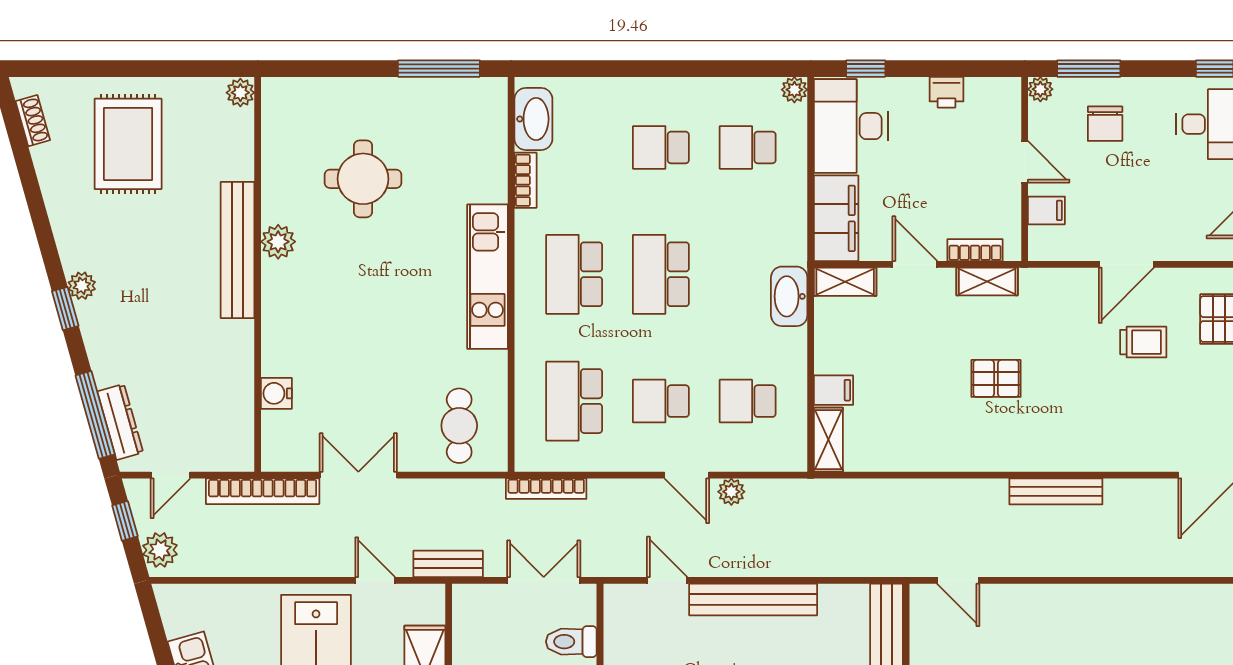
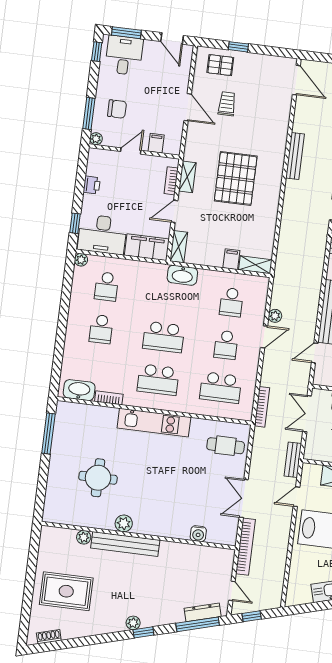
plant: (240, 93) -> (84, 537), moved
pallet: (996, 378) -> (236, 178), width x2.05, depth x2.00
plant: (160, 550) -> (268, 601), removed

